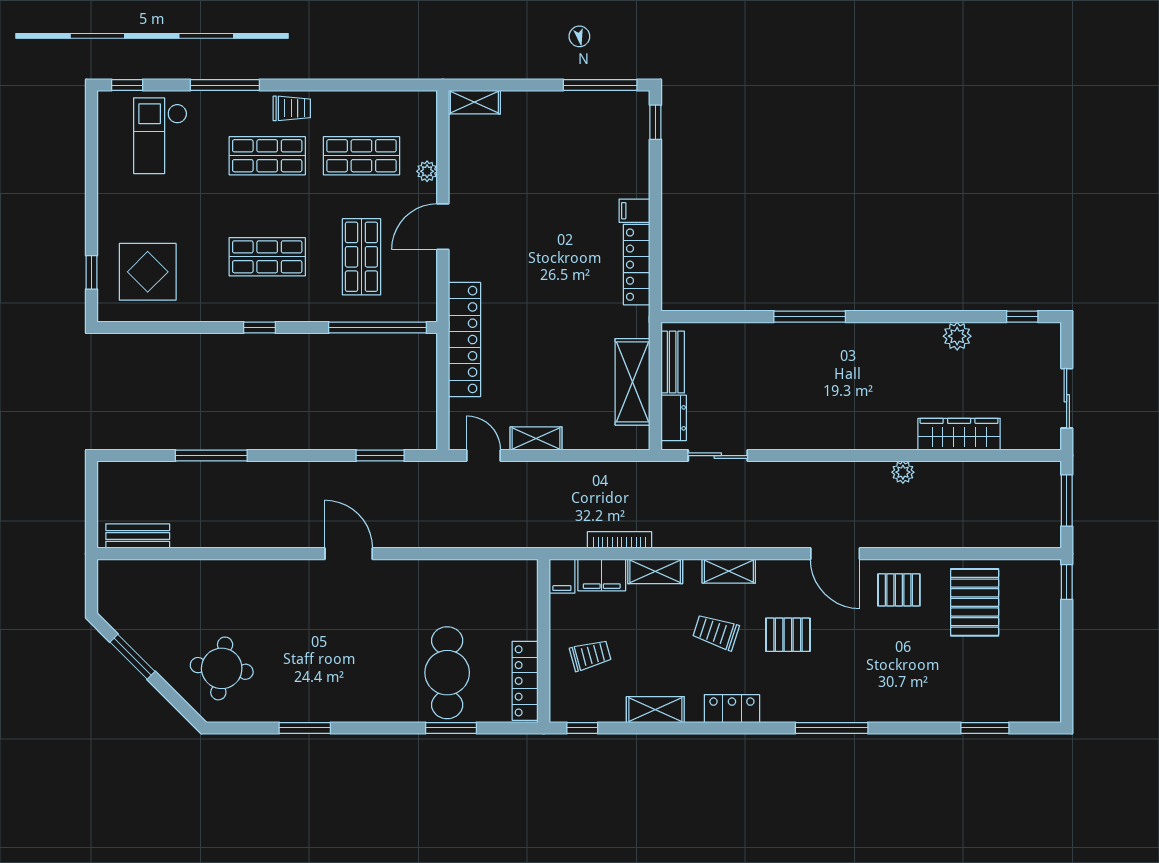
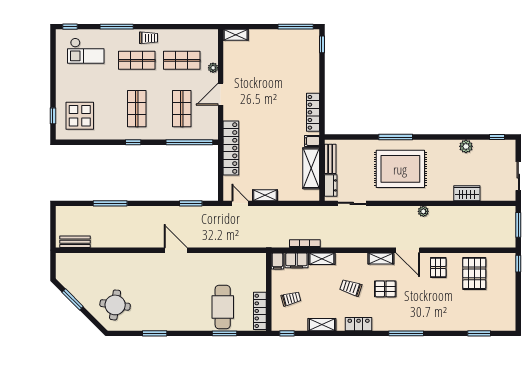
checkout: (160, 136) -> (86, 51), turned -90
filing cabinet: (634, 211) -> (312, 141), moved
shop shelf: (267, 257) -> (137, 109), turned 90
rug: (820, 383) -> (400, 169), added
wardrobe: (959, 434) -> (467, 193), width x0.67
plant: (903, 472) -> (423, 211), moved
shelving: (729, 571) -> (381, 258), moved
pallet: (899, 590) -> (438, 268), turned 90

